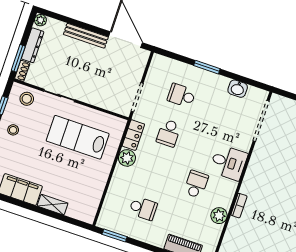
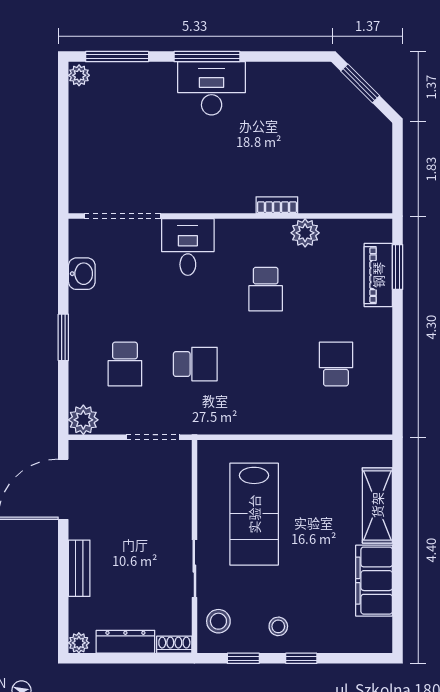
bench: (86, 36) -> (79, 568), width x0.73
window: (18, 58) -> (155, 658), removed
locker: (133, 135) -> (219, 422), removed
plant: (127, 158) -> (83, 420), moved
desk: (229, 162) -> (188, 247), moved
school desk: (196, 184) -> (266, 289), turned -90
shelving: (53, 205) -> (377, 505), width x1.50, depth x1.33
window: (115, 235) -> (398, 396), removed

